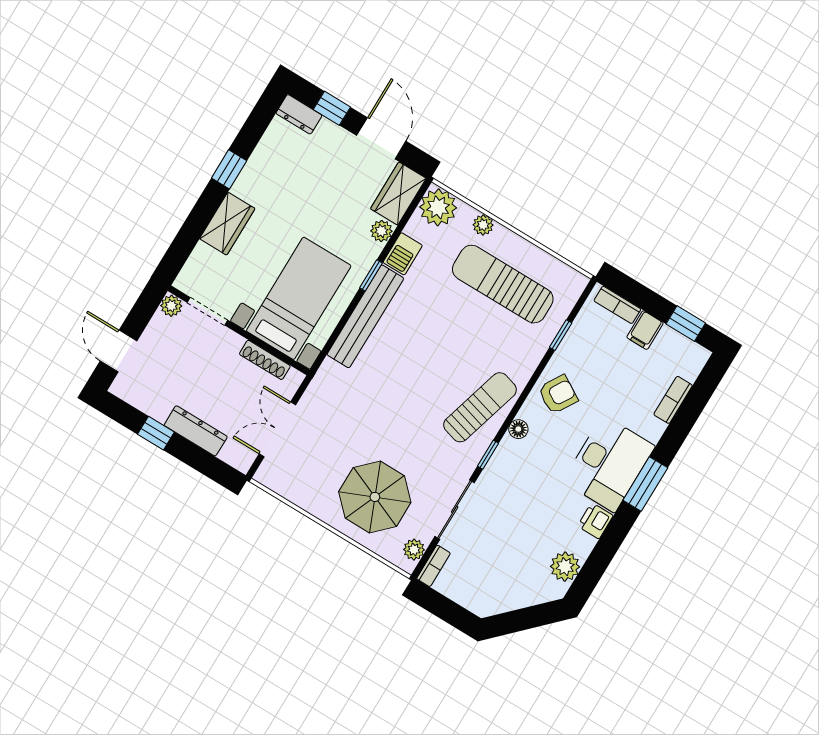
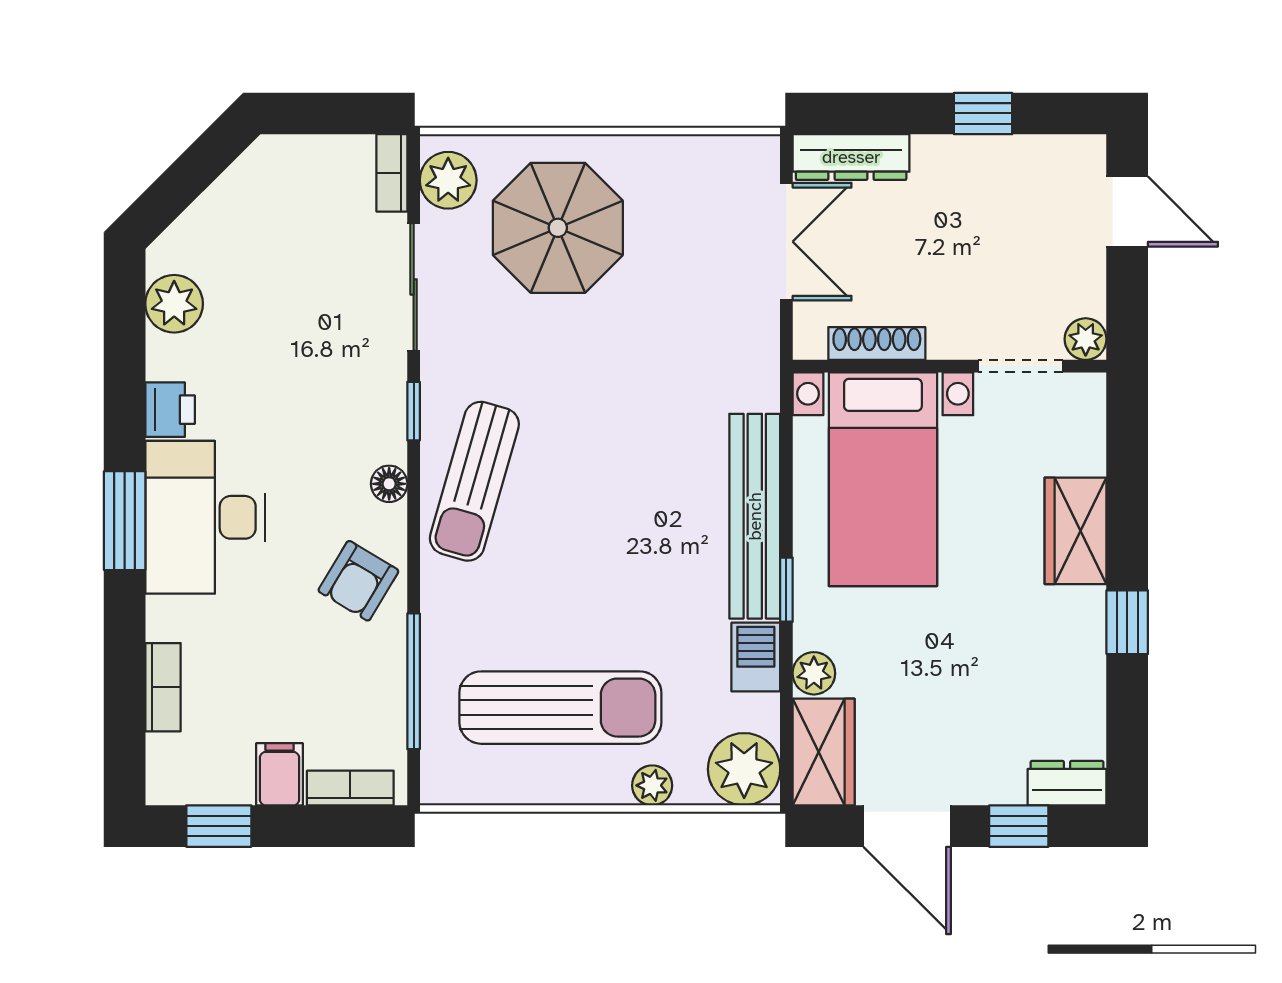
window: (561, 335) -> (414, 681), width x2.17
dresser: (196, 431) -> (851, 157), moved
plant: (414, 550) -> (448, 180), width x1.38, depth x1.38

